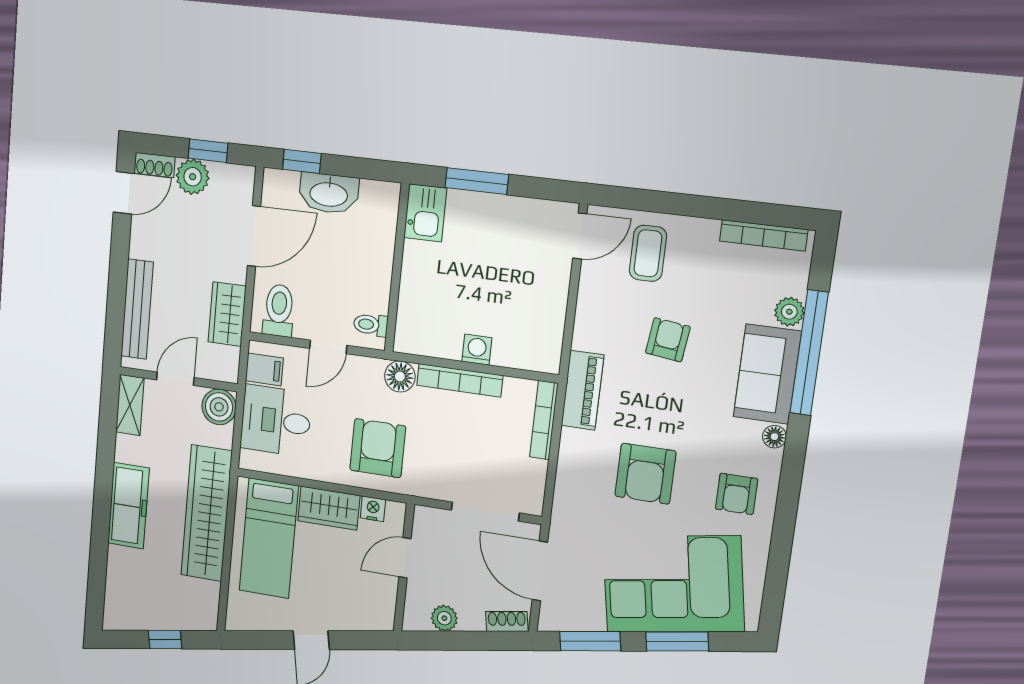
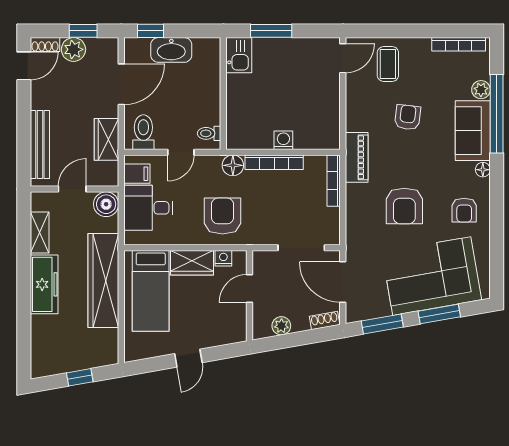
shelving: (130, 405) -> (40, 232), moved

